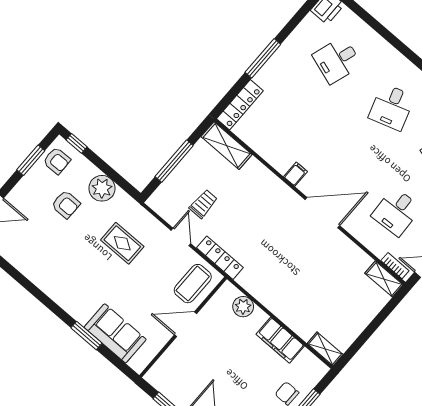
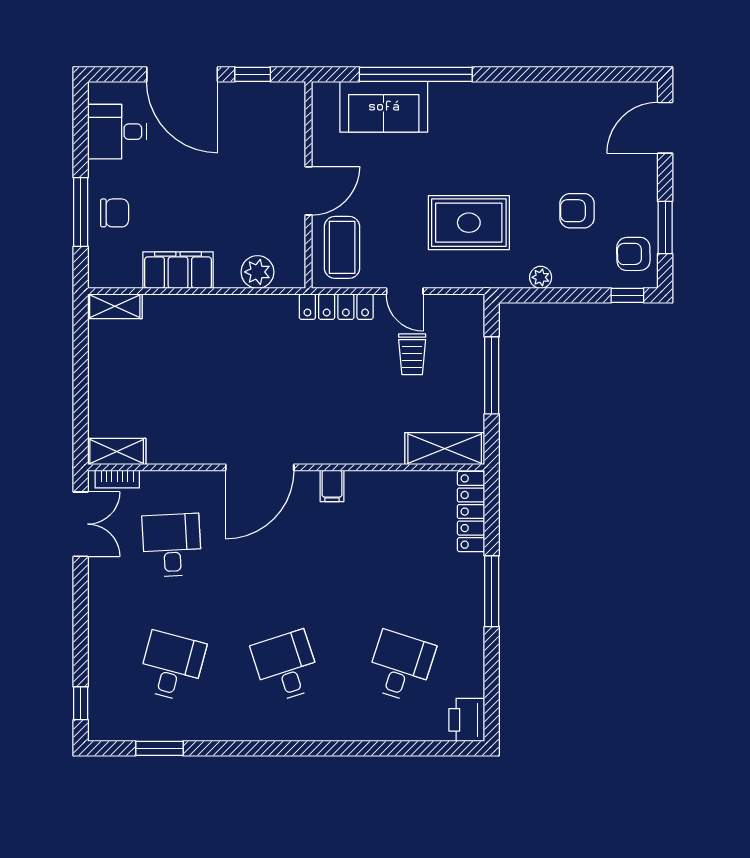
plant: (102, 188) -> (541, 277), width x0.53, depth x0.53
rug: (122, 243) -> (469, 223), width x1.36, depth x1.43
window: (87, 336) -> (416, 74), width x2.11

